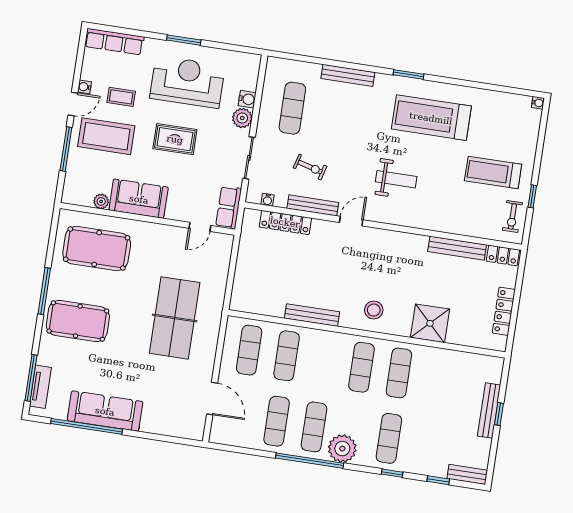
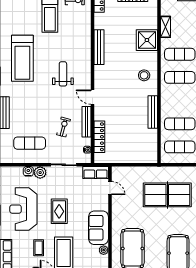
bench: (457, 248) -> (99, 47), moved
shelving: (447, 357) -> (166, 27), added

